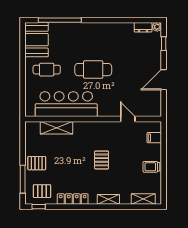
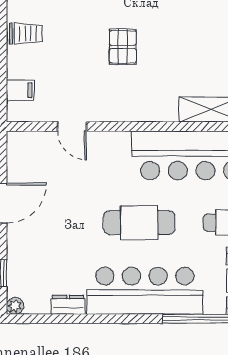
dresser: (143, 27) -> (68, 305), moved
bar counter: (90, 35) -> (145, 291), added

